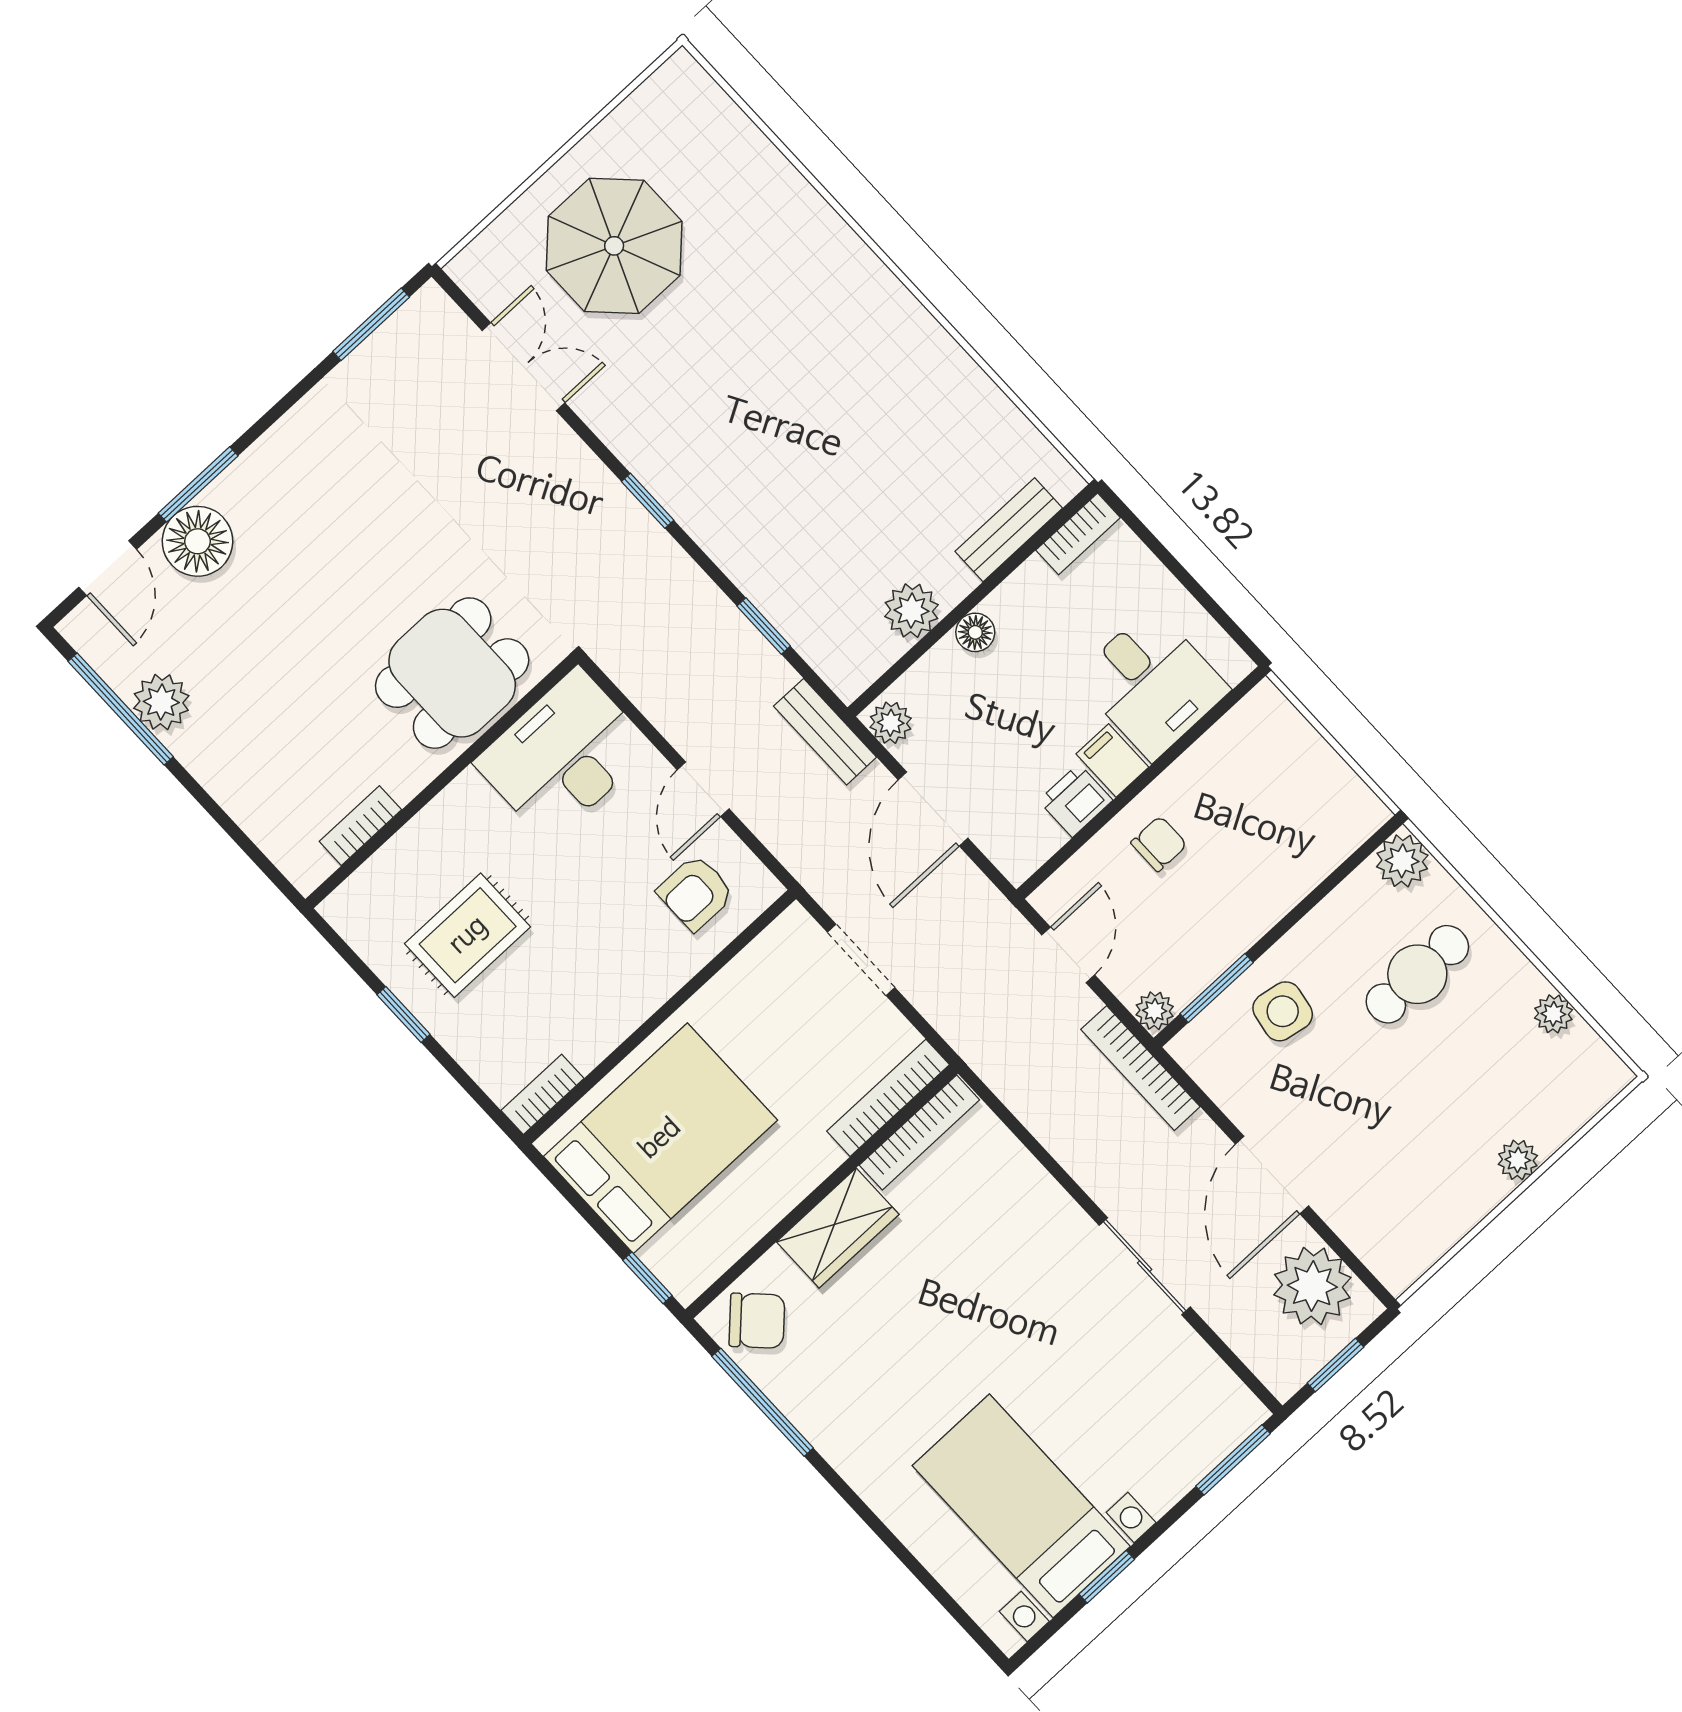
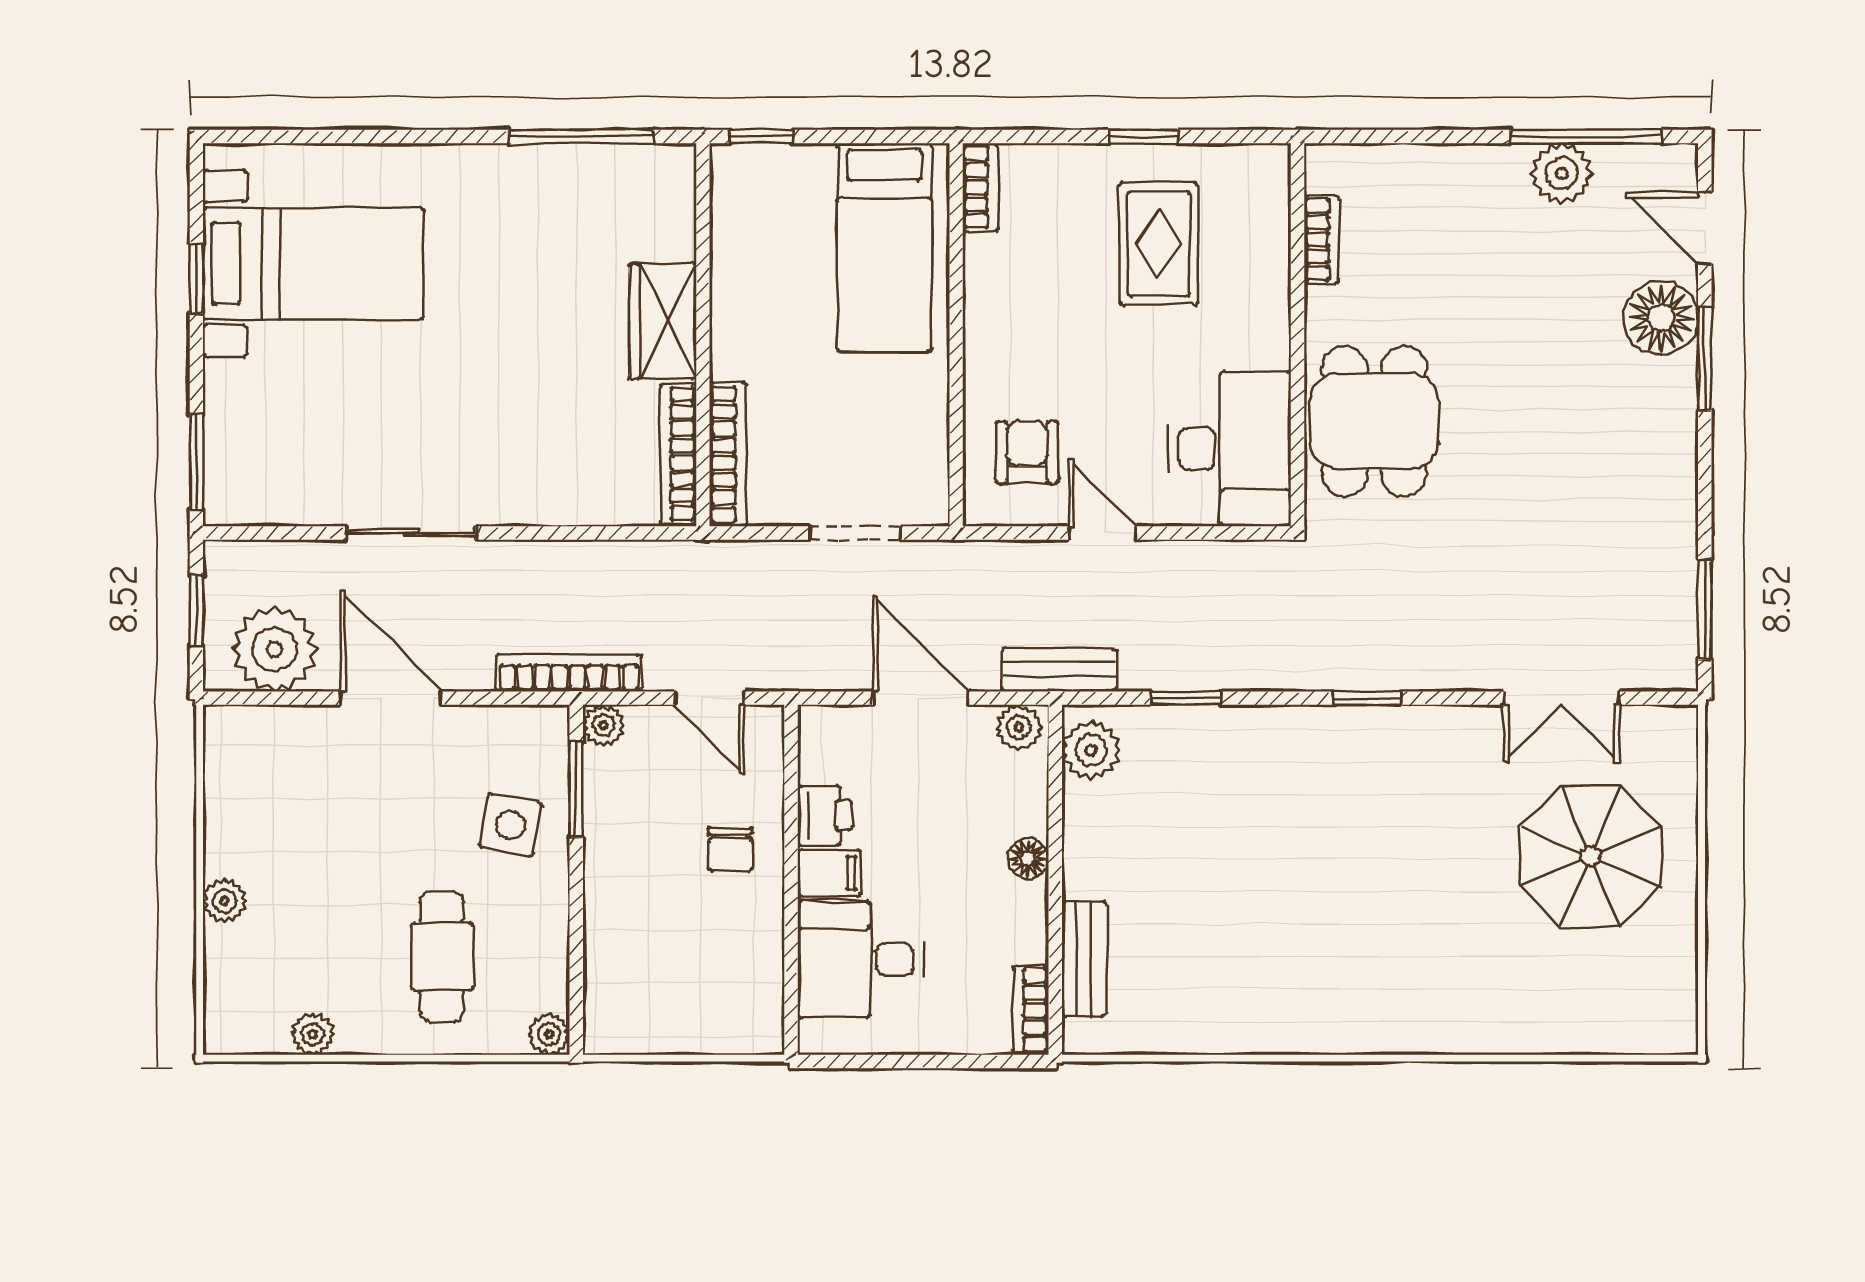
plant: (912, 611) -> (1091, 750), moved
plant: (1402, 861) -> (549, 1034), width x0.73, depth x0.73
bed: (660, 1138) -> (884, 248), width x0.67
chair: (757, 1321) -> (649, 191), removed

